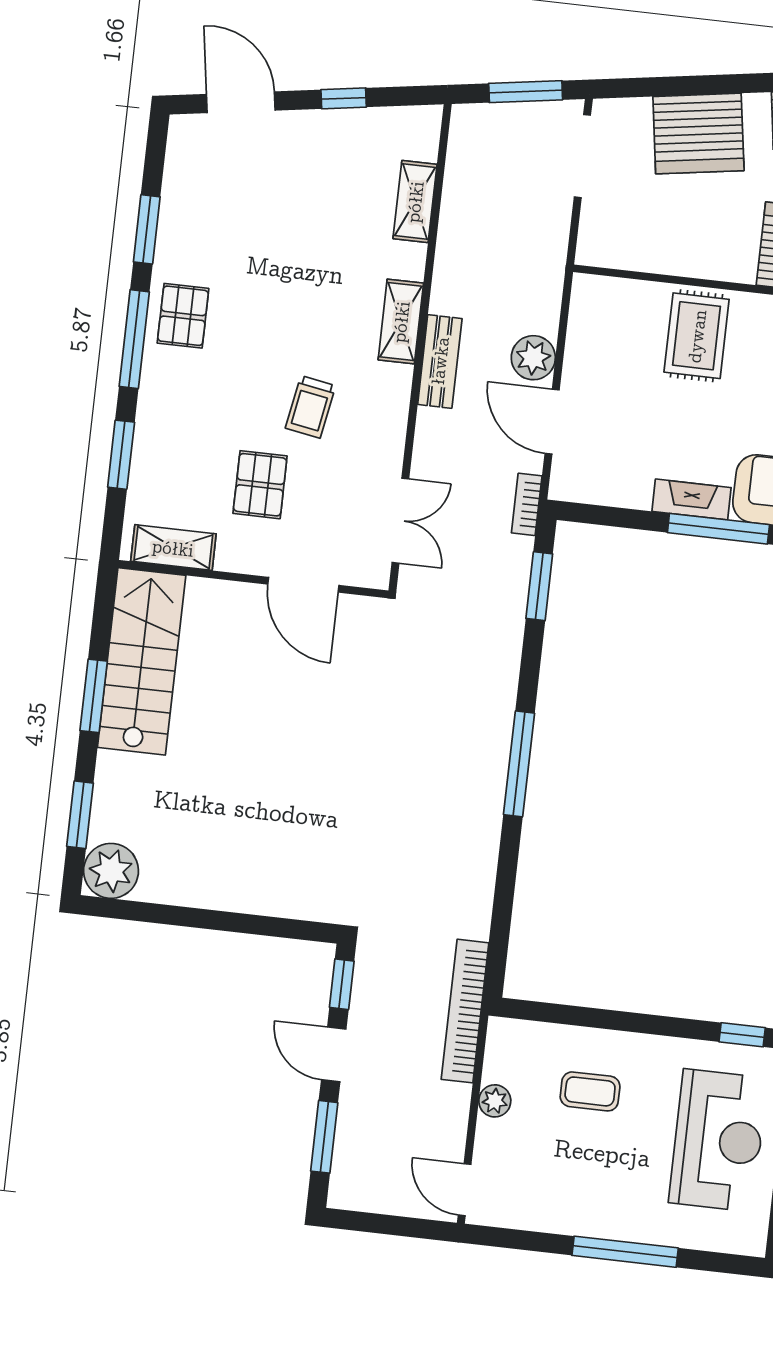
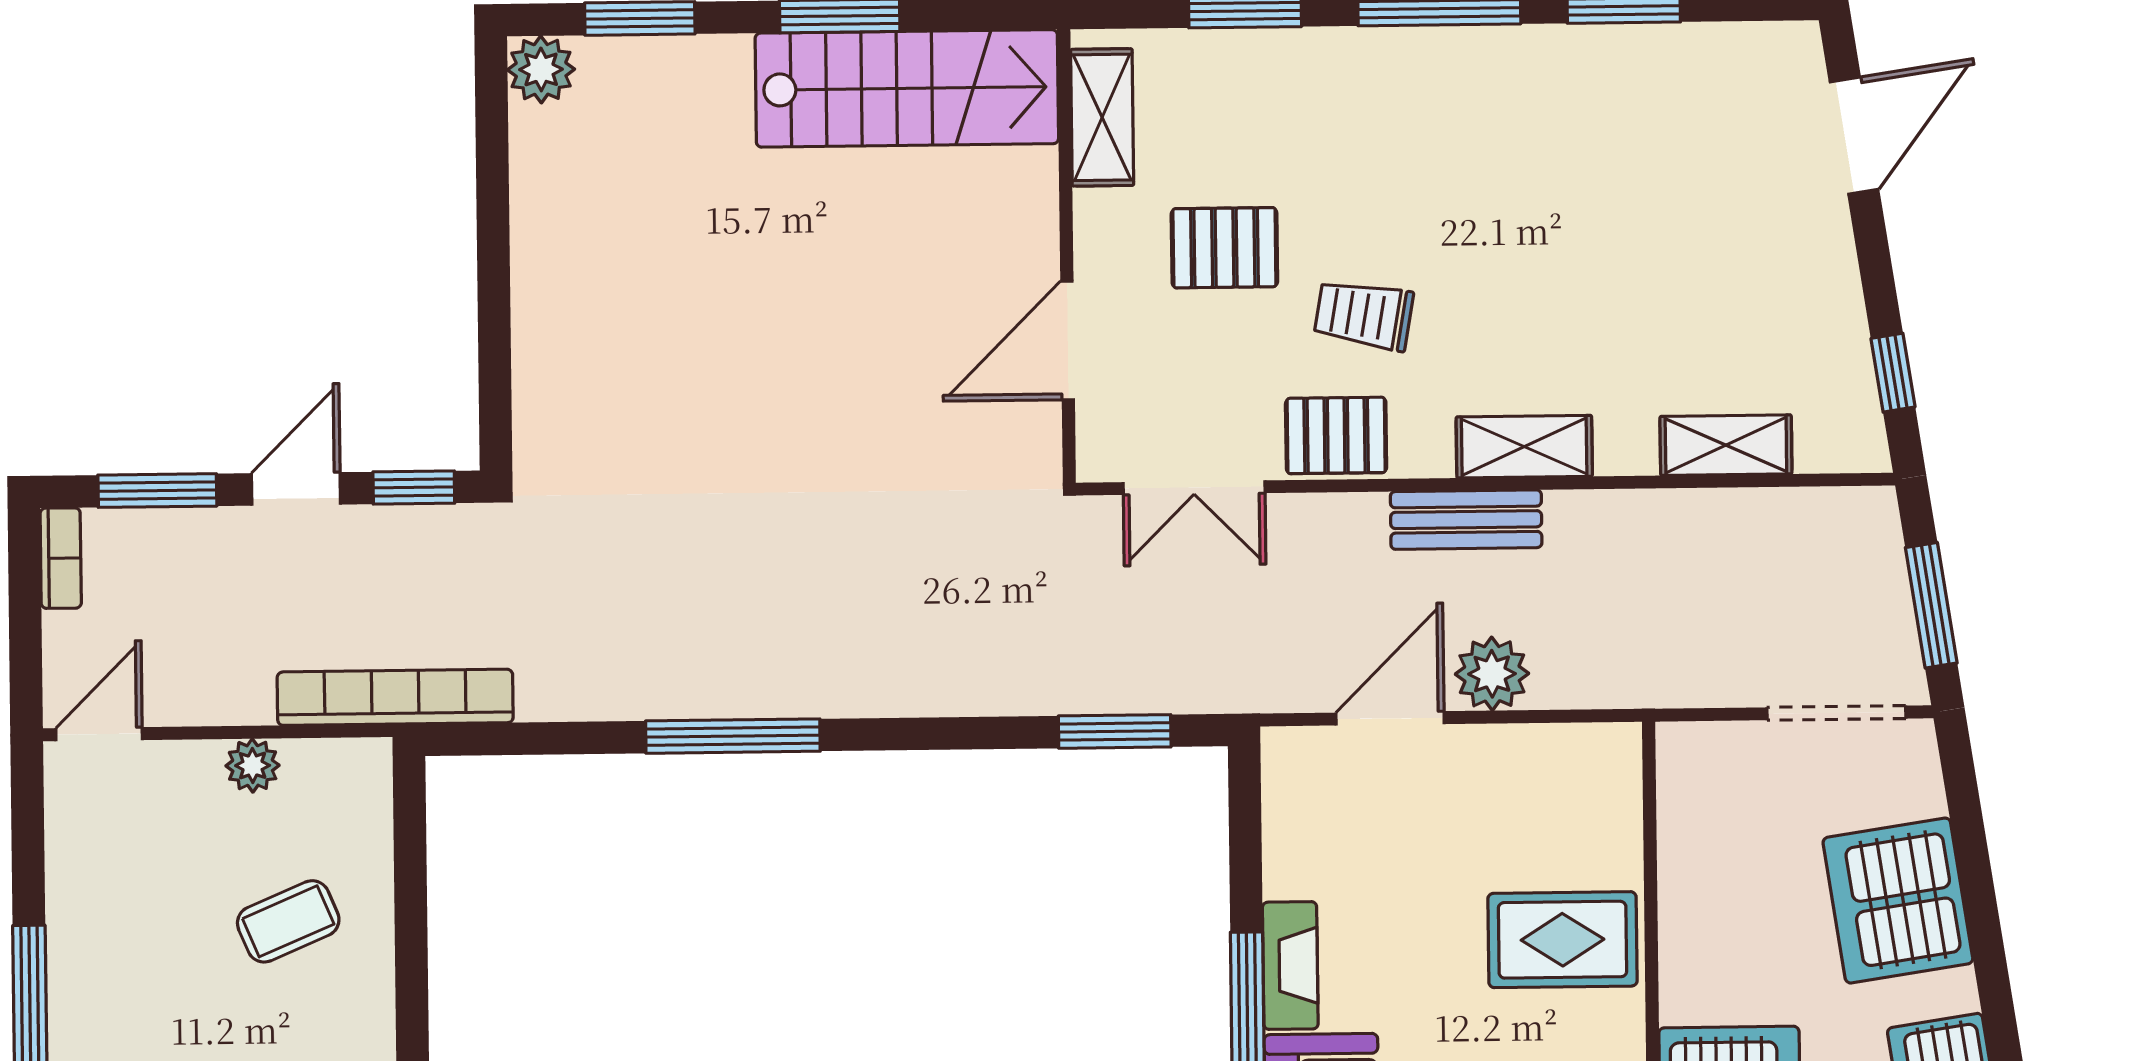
window: (344, 98) -> (1893, 373), moved
pallet: (183, 316) -> (1336, 435), moved
bookcase: (527, 504) -> (61, 558), moved, turned 90
window: (519, 764) -> (733, 736), moved
plant: (111, 871) -> (541, 69), width x0.73, depth x0.73
coffee table: (590, 1091) -> (288, 921), turned 67

